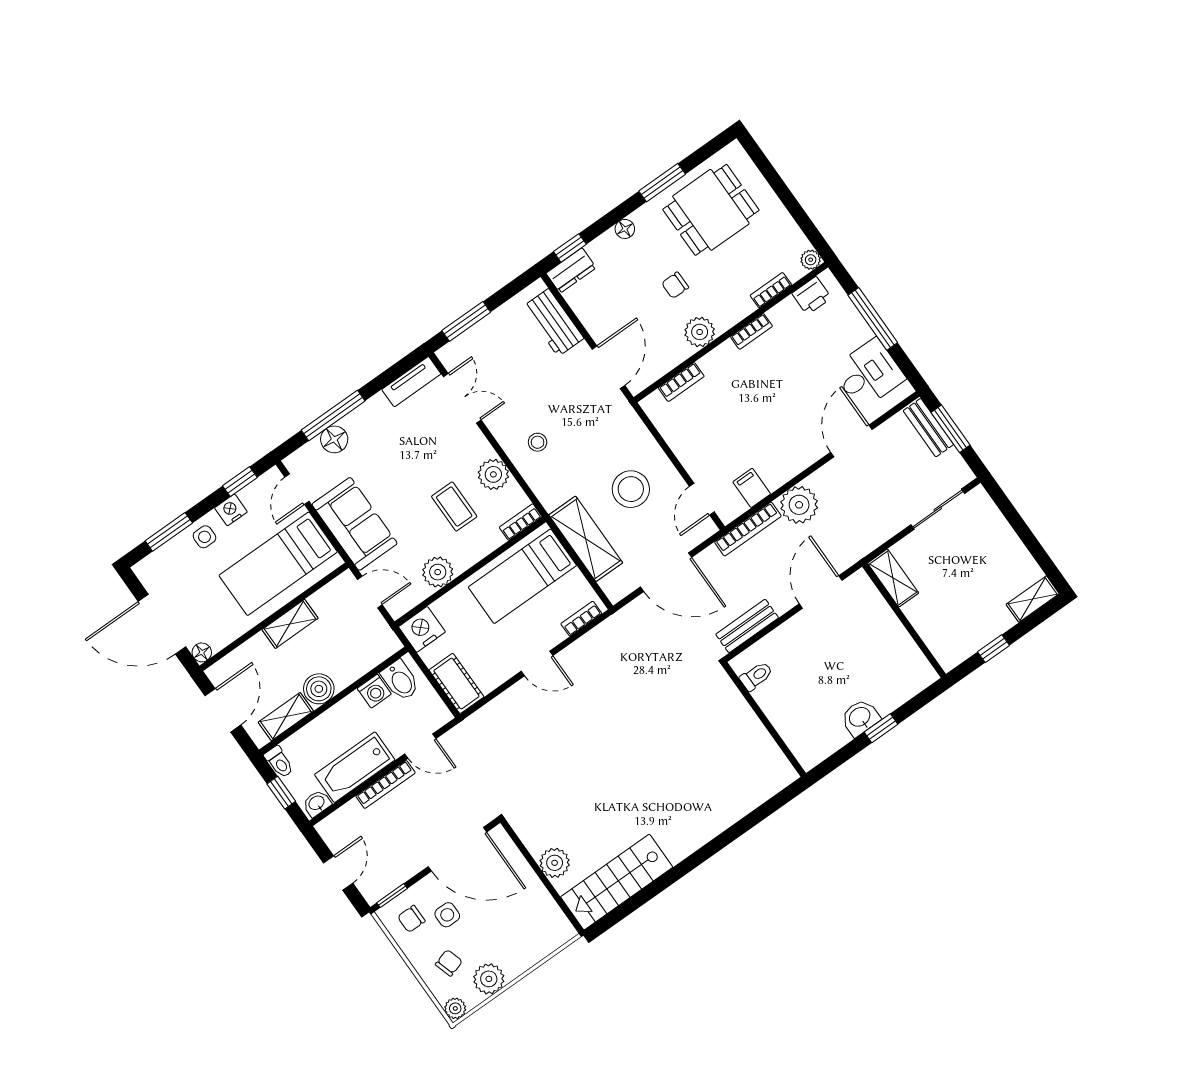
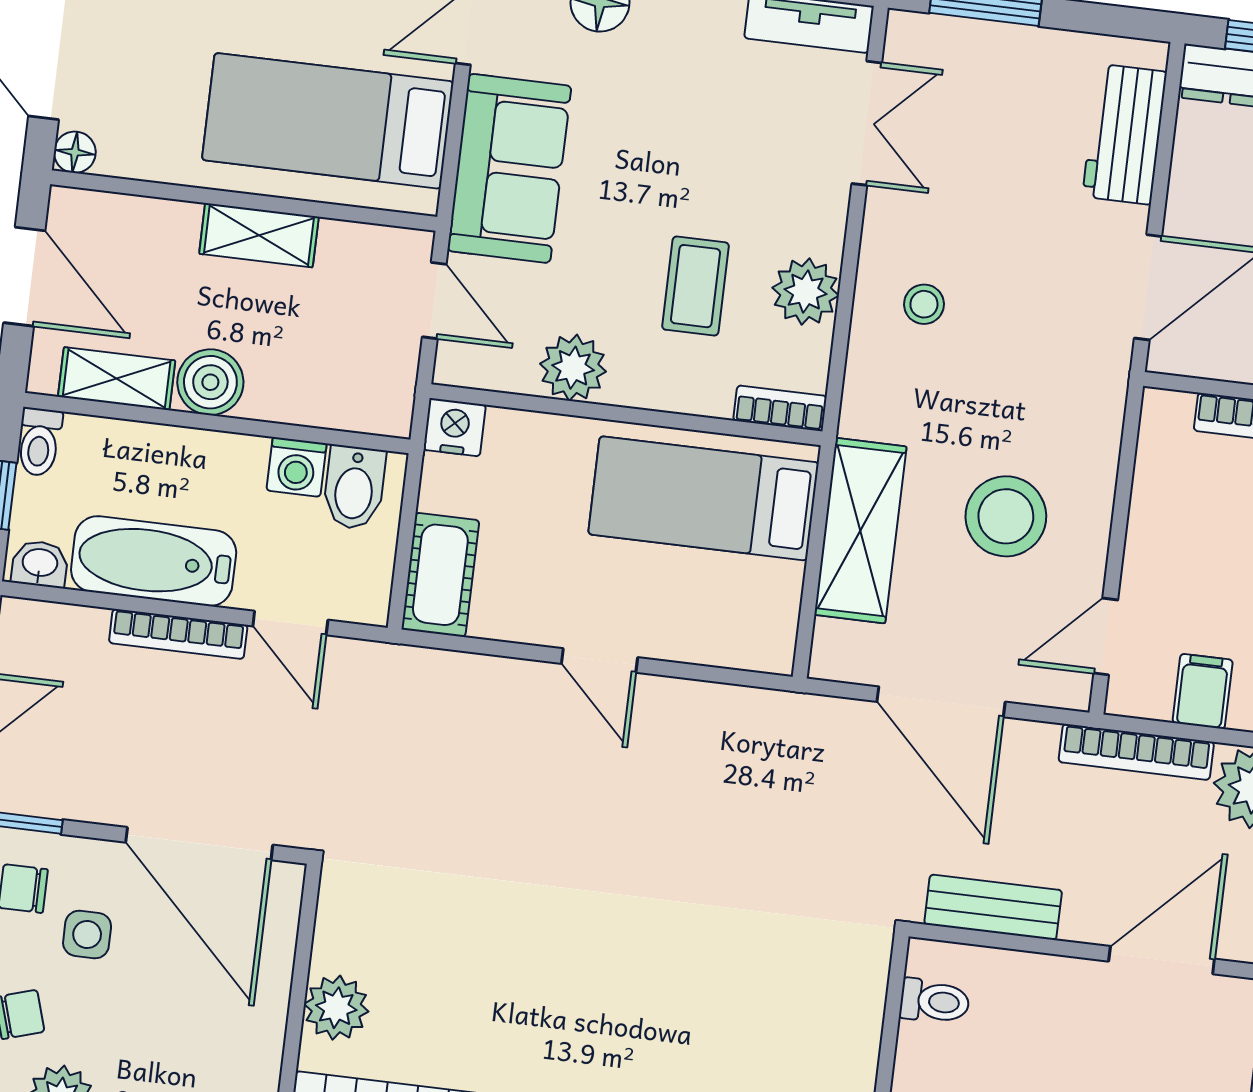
bookcase: (581, 619) -> (737, 653), removed
nightstand: (422, 629) -> (455, 427), width x0.74, depth x0.75
door: (223, 710) -> (24, 277), hinge flipped

